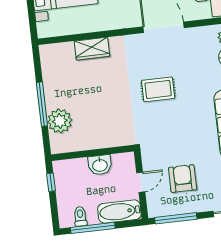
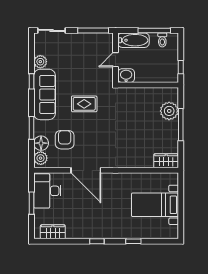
wardrobe: (92, 49) -> (166, 161), moved
rug: (158, 89) -> (84, 104), moved
washbasin: (100, 165) -> (126, 76), moved
armchair: (183, 179) -> (65, 140), moved, turned 180

